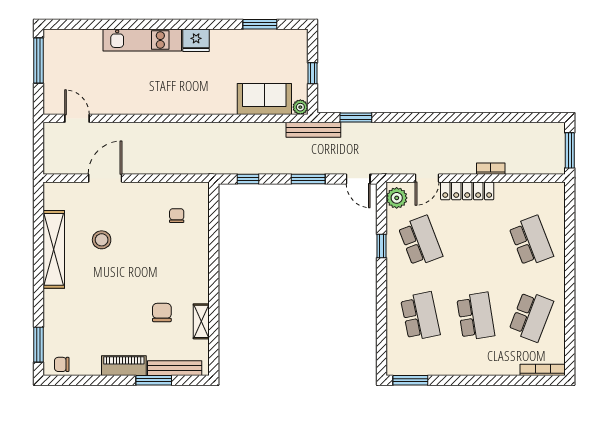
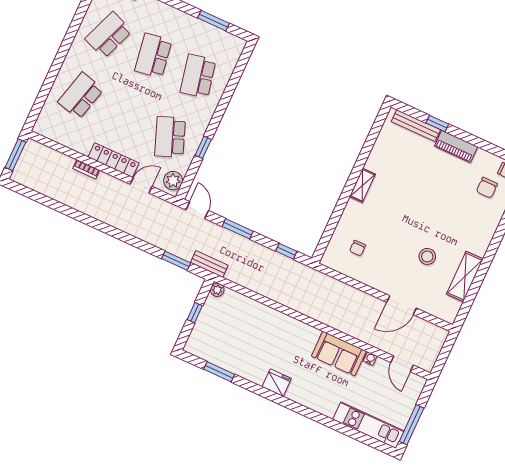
kitchen unit: (142, 40) -> (368, 425), moved
sofa: (264, 99) -> (339, 354), moved
water cooler: (112, 109) -> (370, 359), added
bench: (313, 130) -> (209, 264), width x0.73
school desk: (531, 241) -> (81, 96), turned 36
shelving: (54, 249) -> (465, 276), width x0.68
chair: (162, 313) -> (487, 188), moved
shelving: (201, 321) -> (362, 185), moved
window: (154, 380) -> (437, 123), width x0.67
window: (410, 380) -> (214, 21), moved

